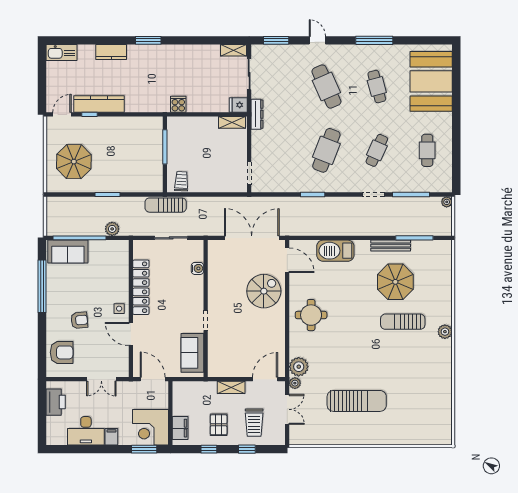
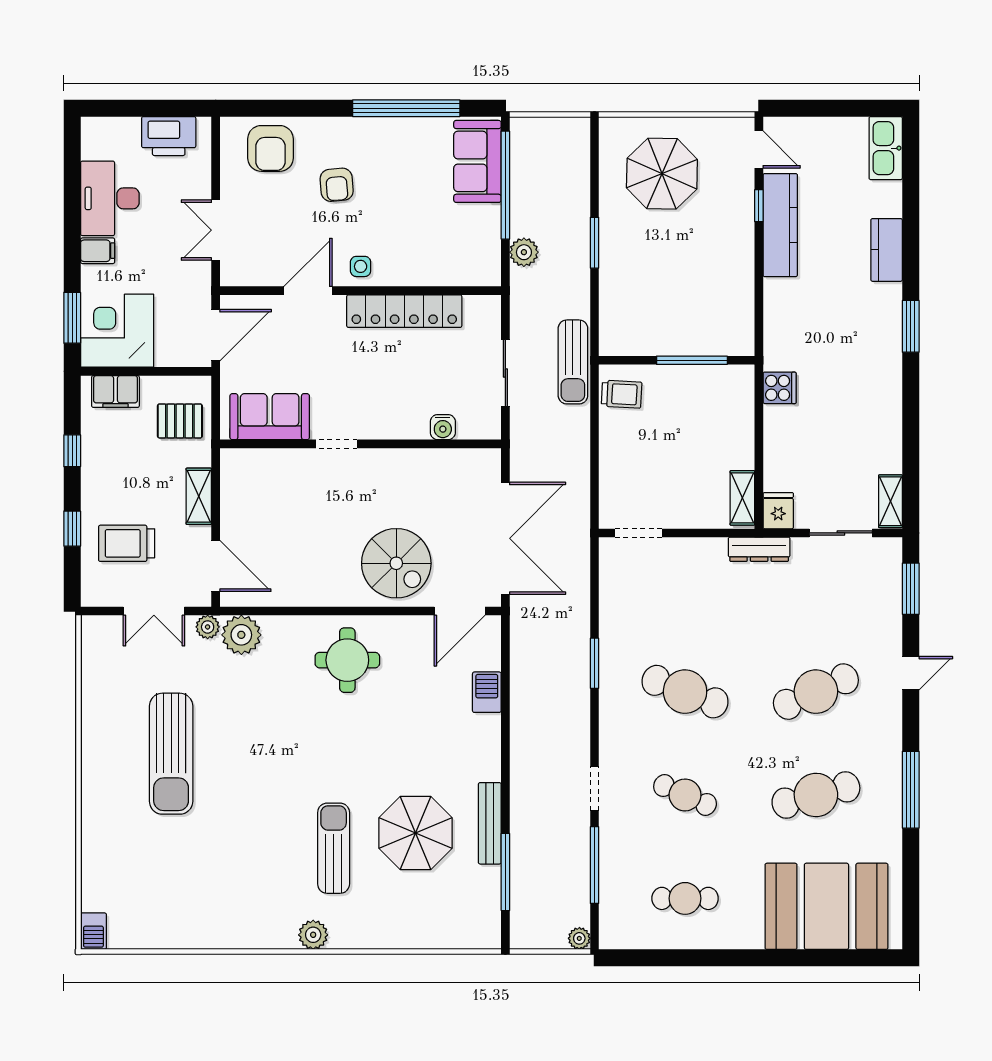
cafe table: (377, 87) -> (816, 795), width x1.37, depth x1.35
sun lounger: (166, 205) -> (573, 362), turned 180
barbecue: (335, 251) -> (487, 692), width x0.53, depth x0.65
pallet: (219, 425) -> (180, 421), moved
barbecue: (443, 439) -> (93, 931), added

